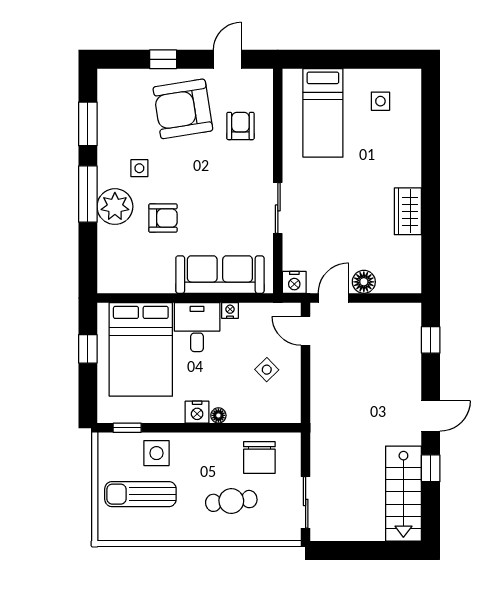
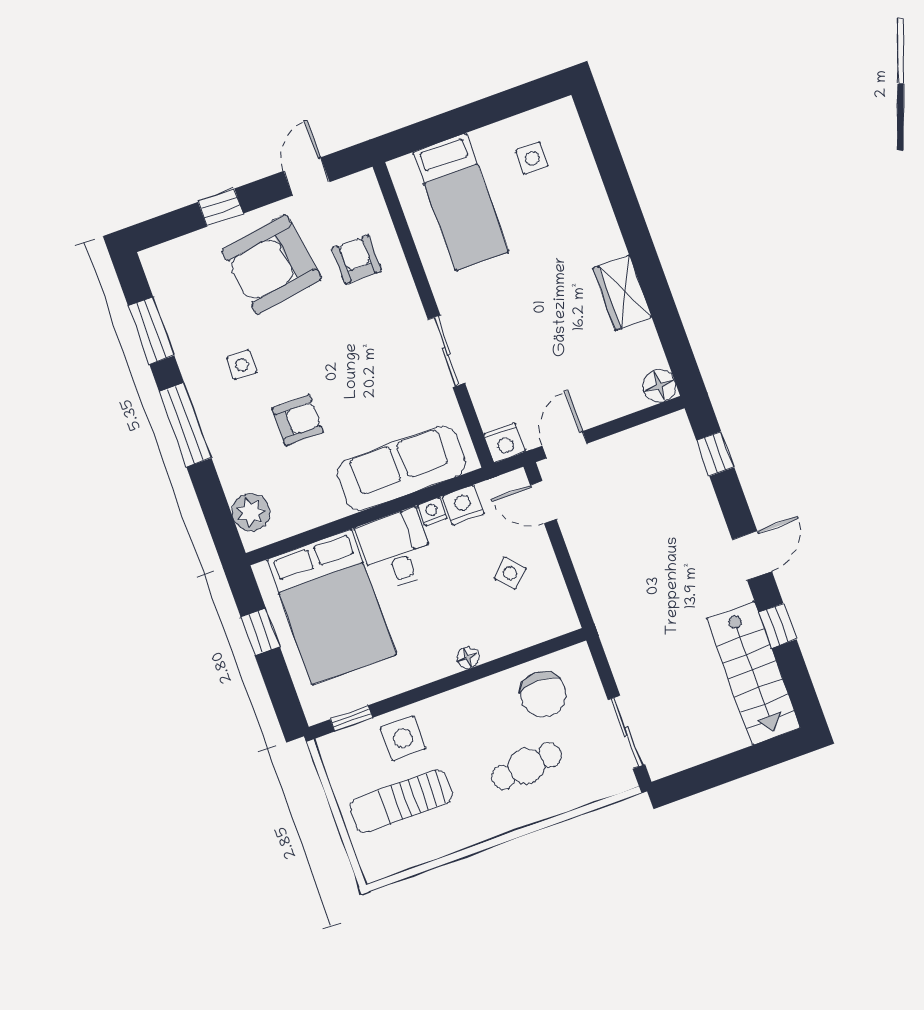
plant: (115, 207) -> (251, 512), moved, width x0.73, depth x0.73
floor lamp: (364, 282) -> (659, 386), moved
nightstand: (197, 412) -> (463, 505), moved, turned 180

